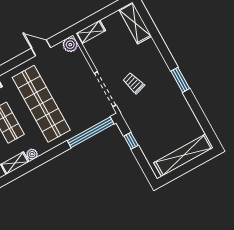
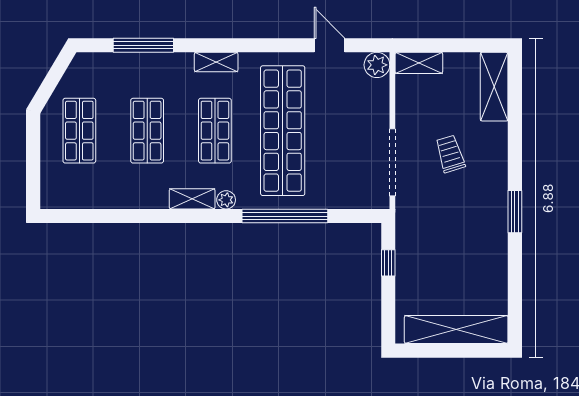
trolley: (134, 83) -> (450, 154), moved
window: (91, 132) -> (285, 216), moved

